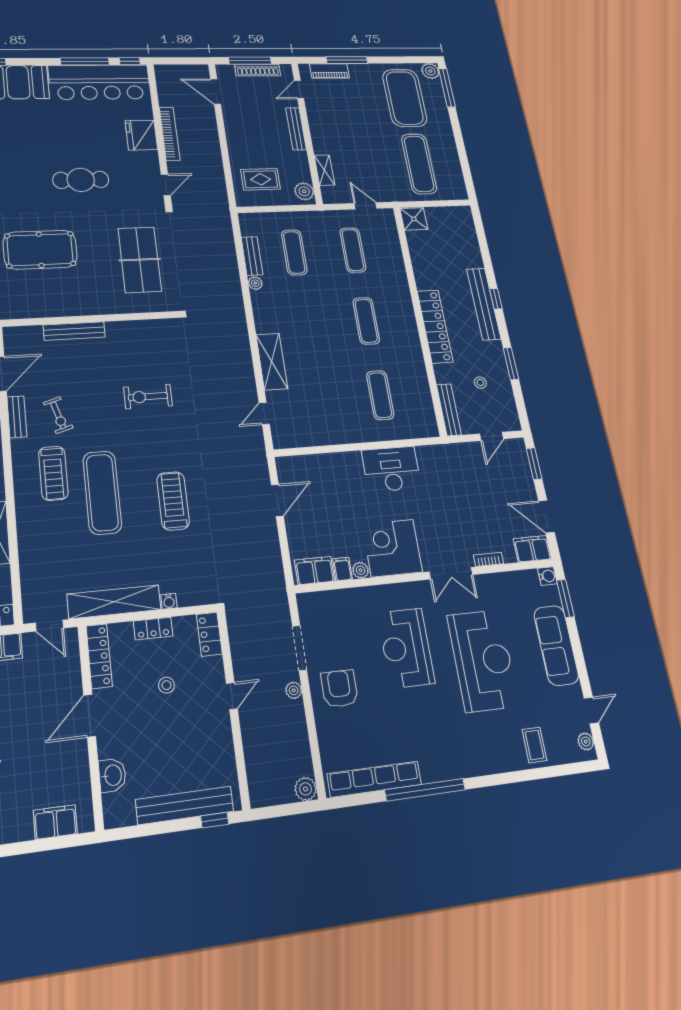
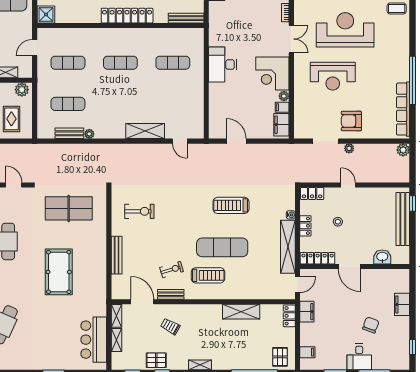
exercise bike: (148, 397) -> (139, 211), moved, turned -90
filing cabinet: (55, 822) -> (402, 304), moved

